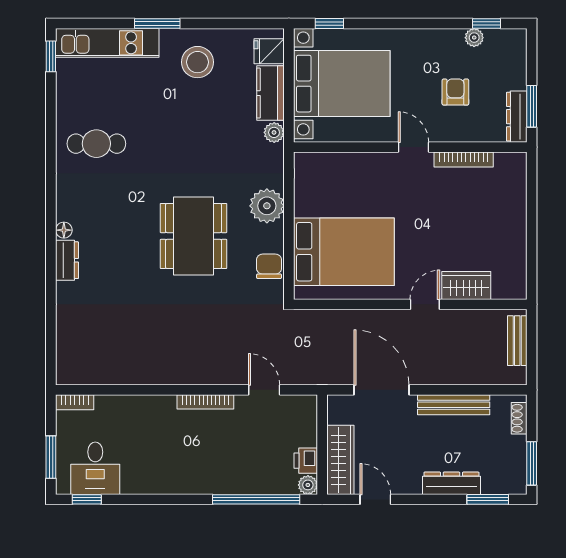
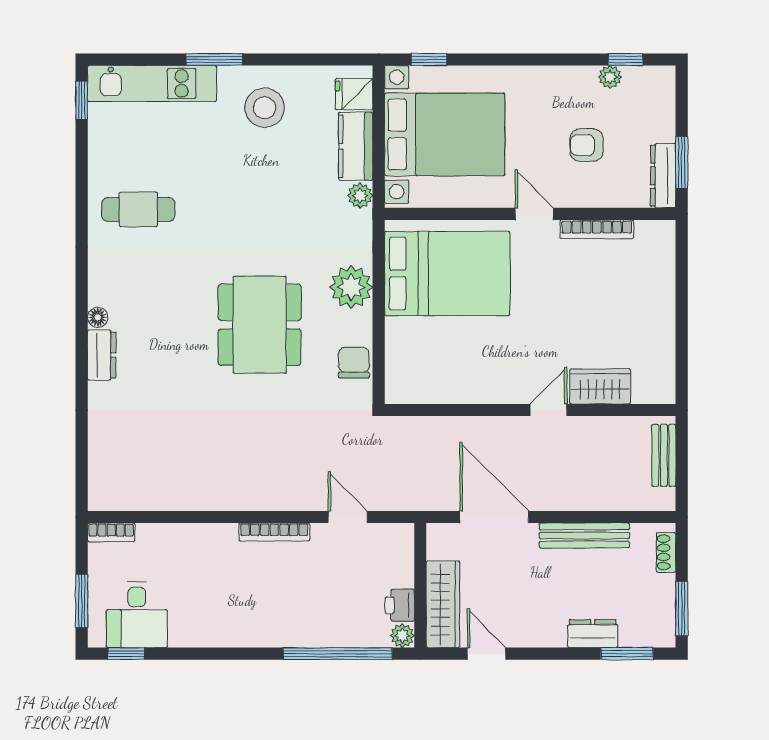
armchair: (455, 92) -> (587, 145), turned -90
bed: (344, 252) -> (447, 273), moved
dresser: (451, 483) -> (593, 634), width x0.70

